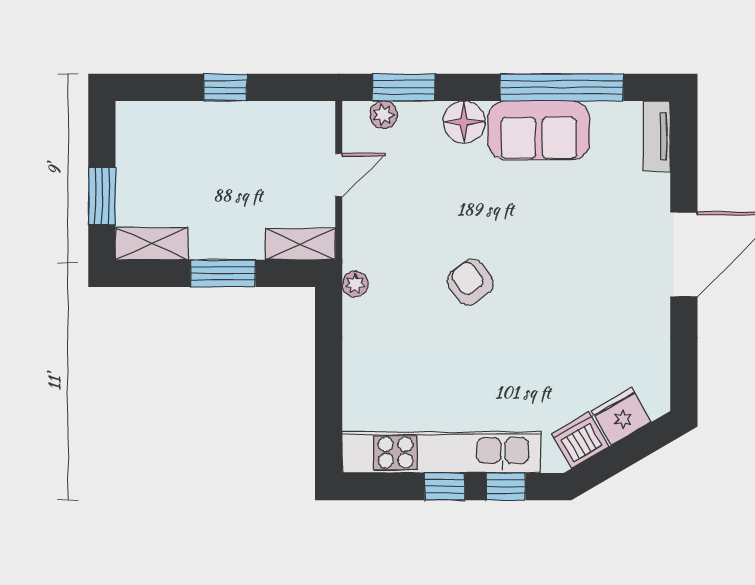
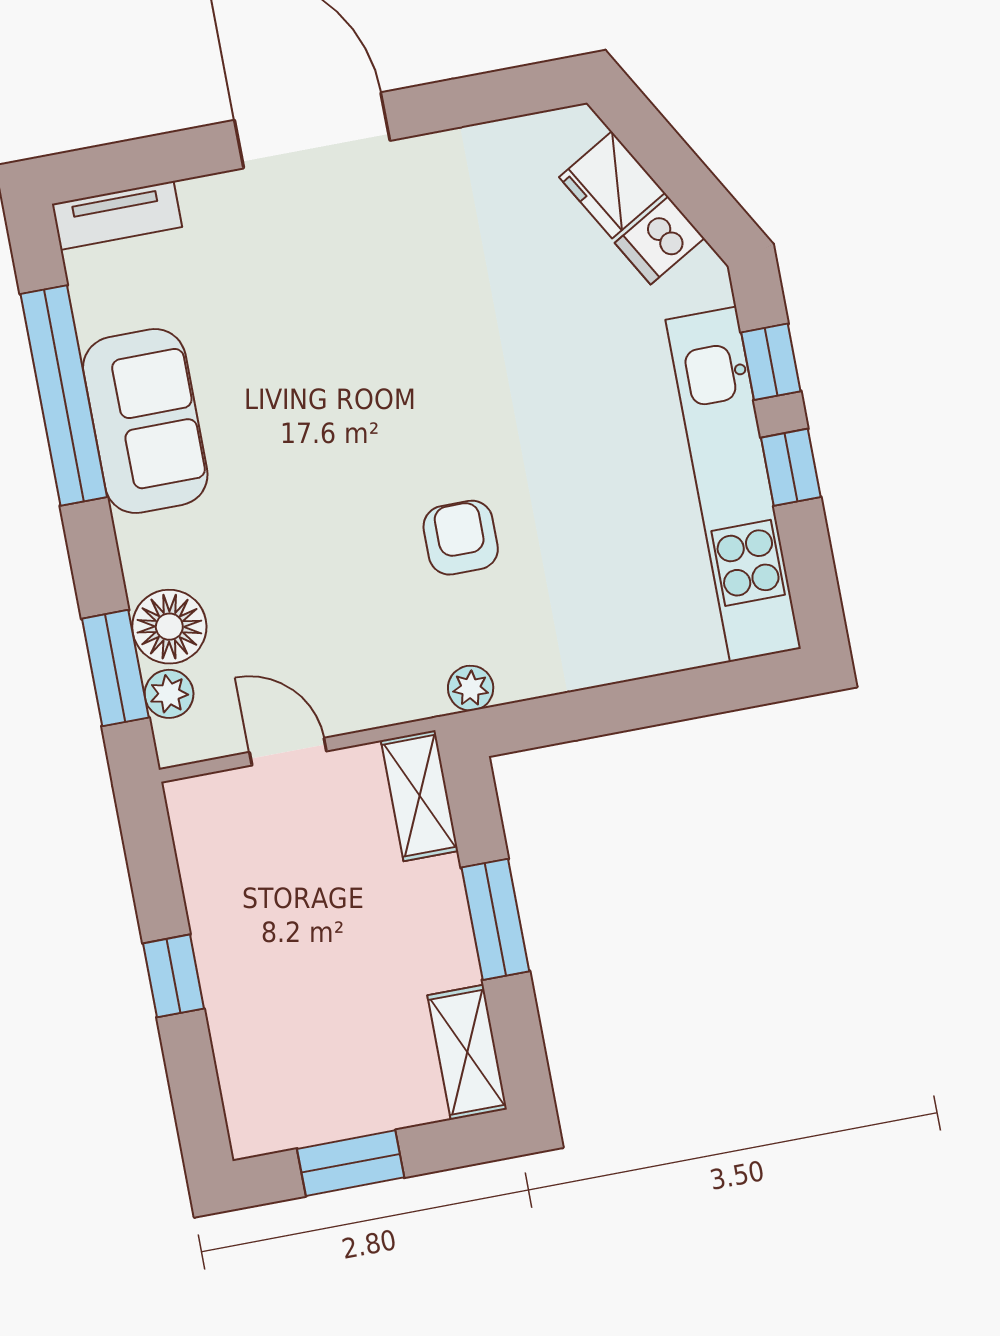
floor lamp: (464, 122) -> (169, 627), moved
window: (102, 196) -> (351, 1163), moved
armchair: (470, 282) -> (461, 538), moved, turned 127
dishwasher: (580, 440) -> (660, 240), width x0.73

